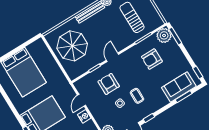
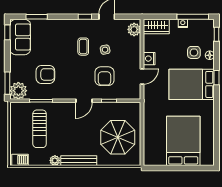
sofa: (179, 87) -> (20, 37), moved, turned -90

